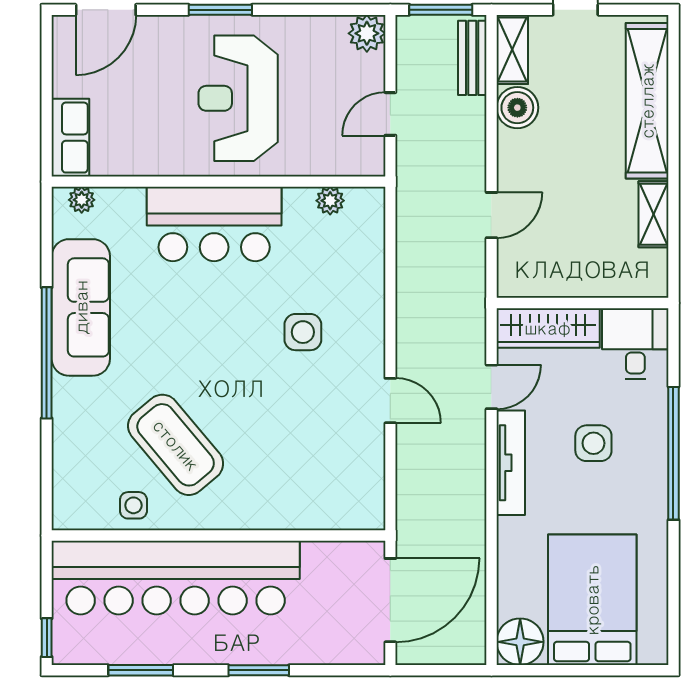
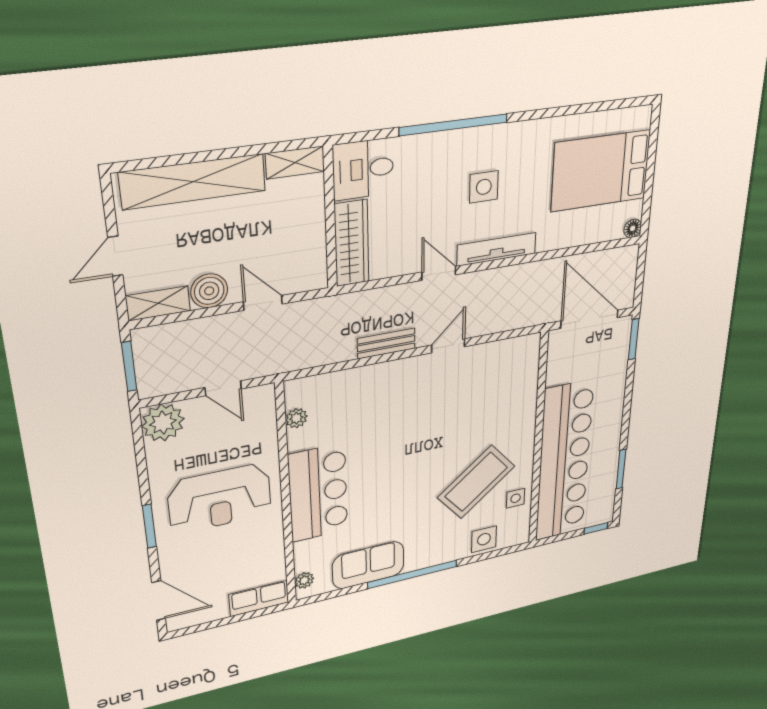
plant: (367, 33) -> (163, 423), width x1.36, depth x1.36
bench: (472, 58) -> (386, 344), moved
door: (491, 215) -> (263, 303), moved
wall: (582, 303) -> (330, 218), moved
sofa: (81, 307) -> (368, 565), width x0.73
wardrobe: (548, 328) -> (352, 243), moved
side table: (303, 332) -> (484, 539), moved
desk: (635, 344) -> (363, 169), moved
window: (673, 453) -> (454, 125), moved
floor lamp: (520, 642) -> (633, 228), width x0.53, depth x0.53
window: (259, 670) -> (634, 339), moved

